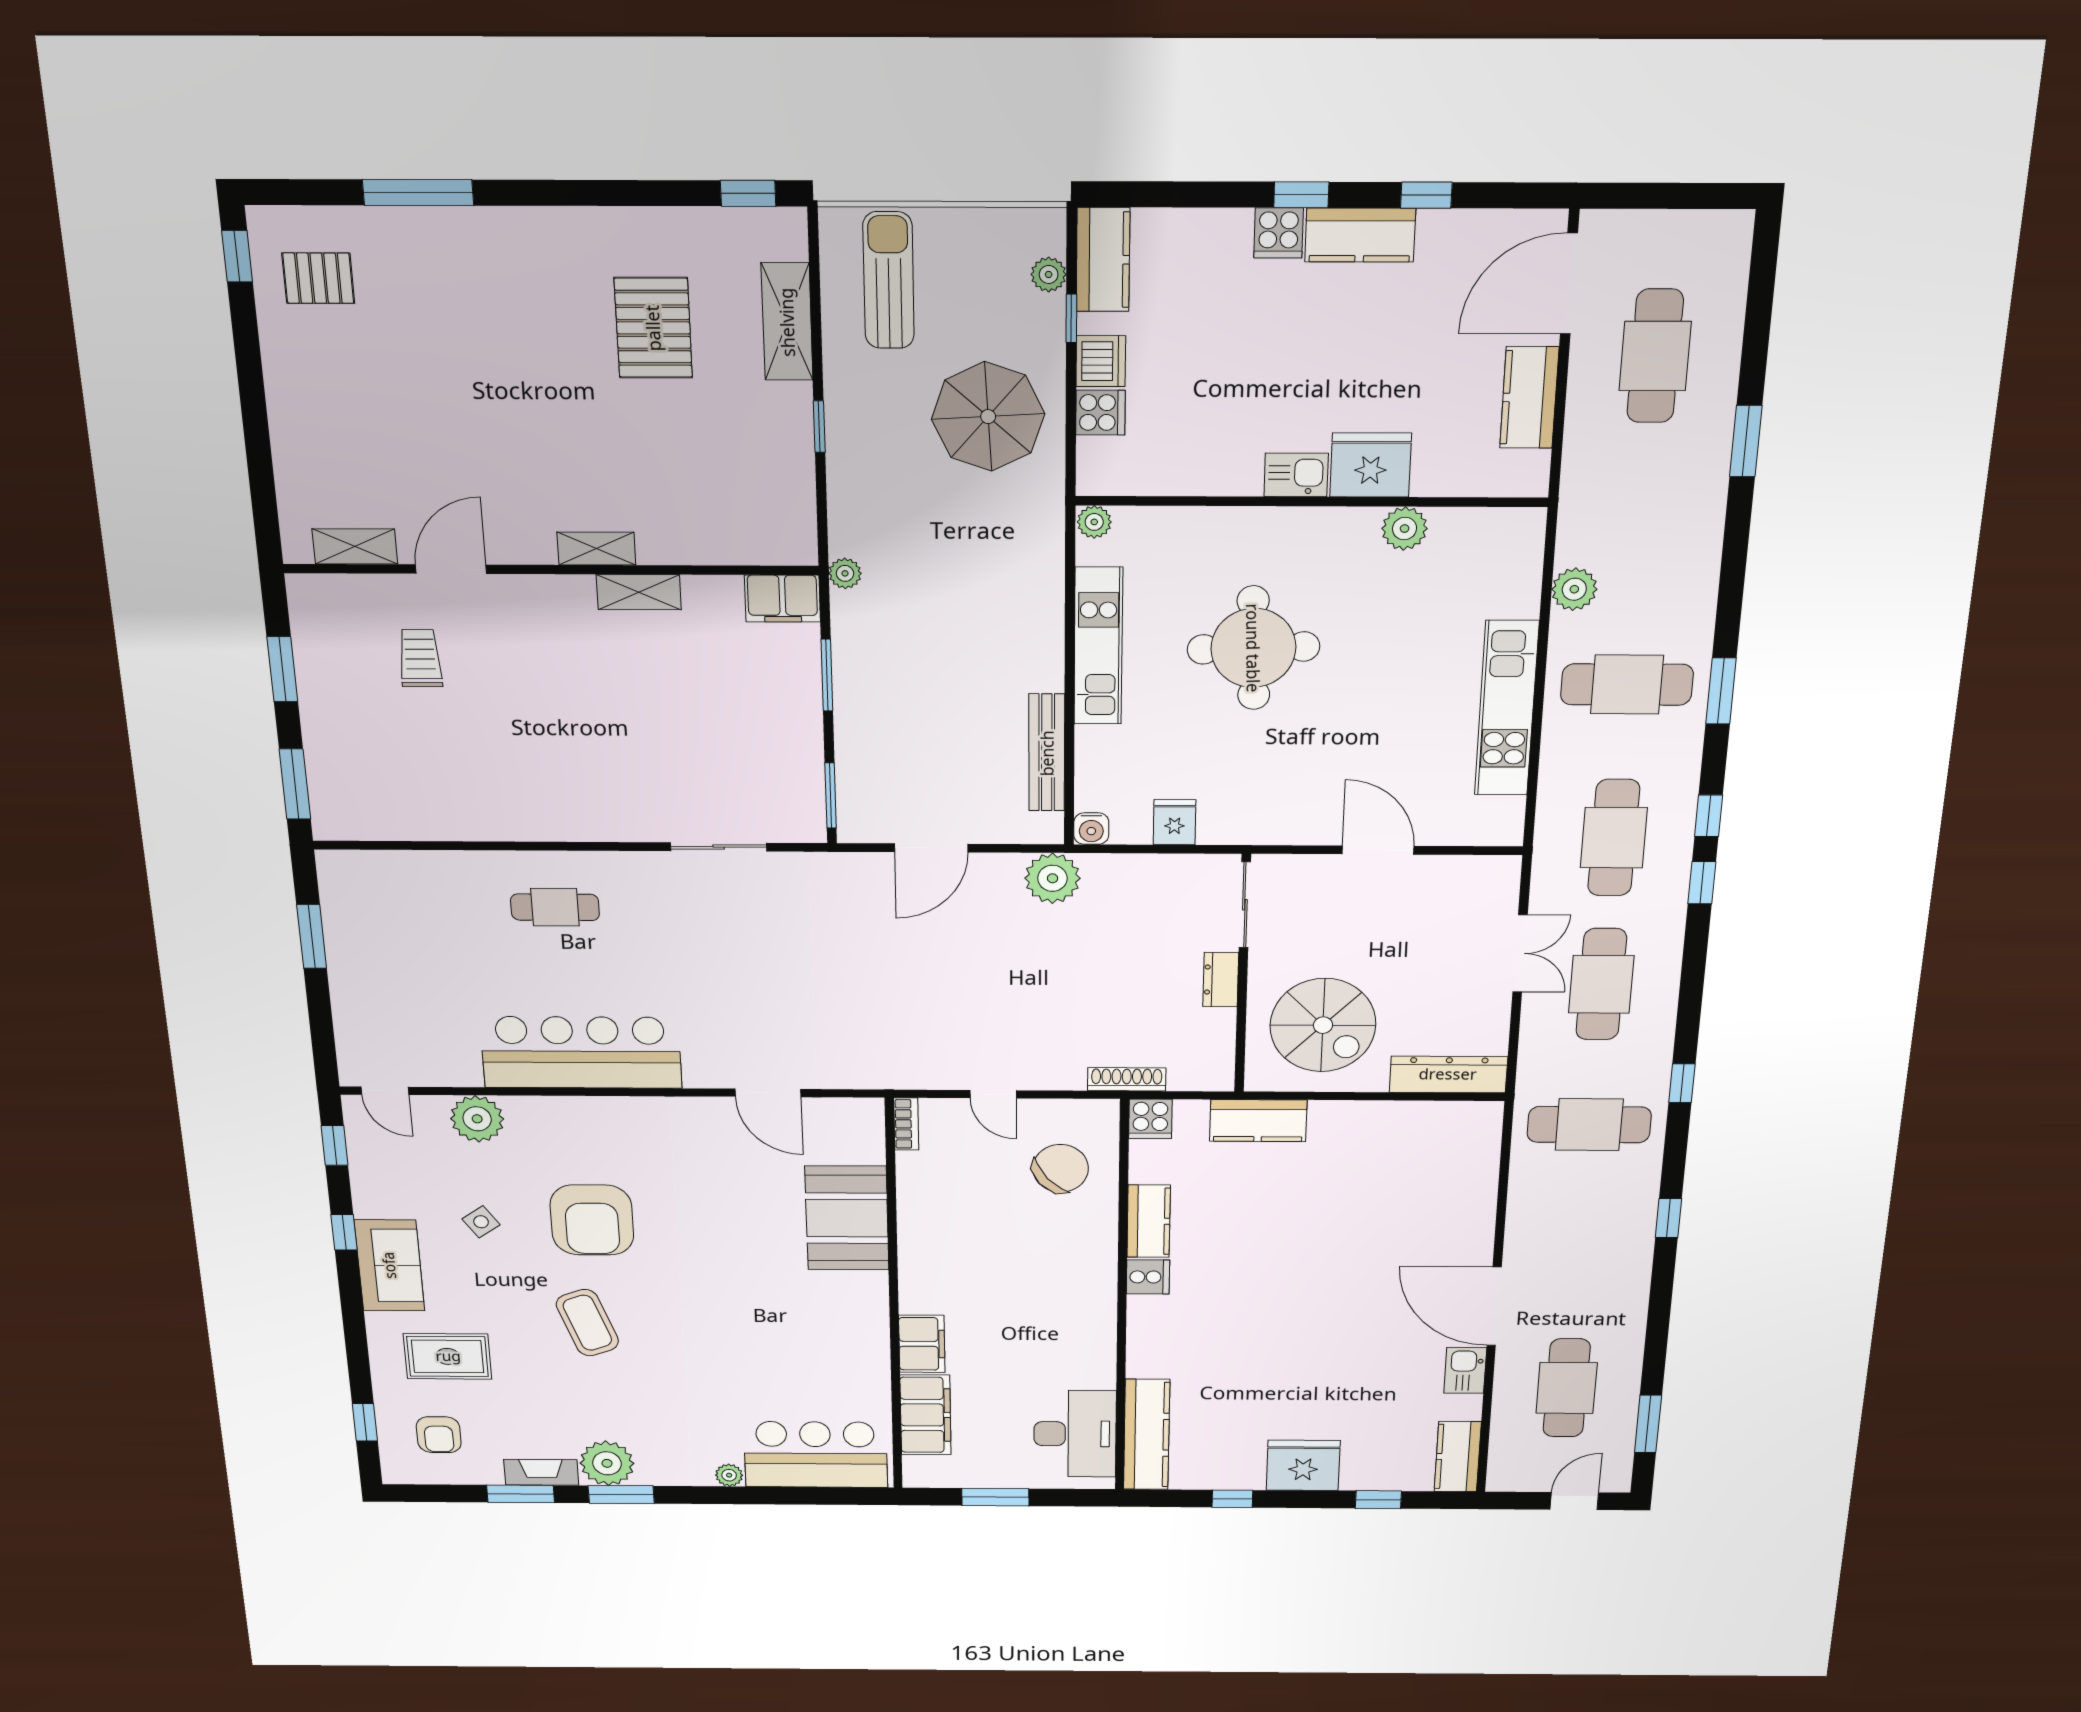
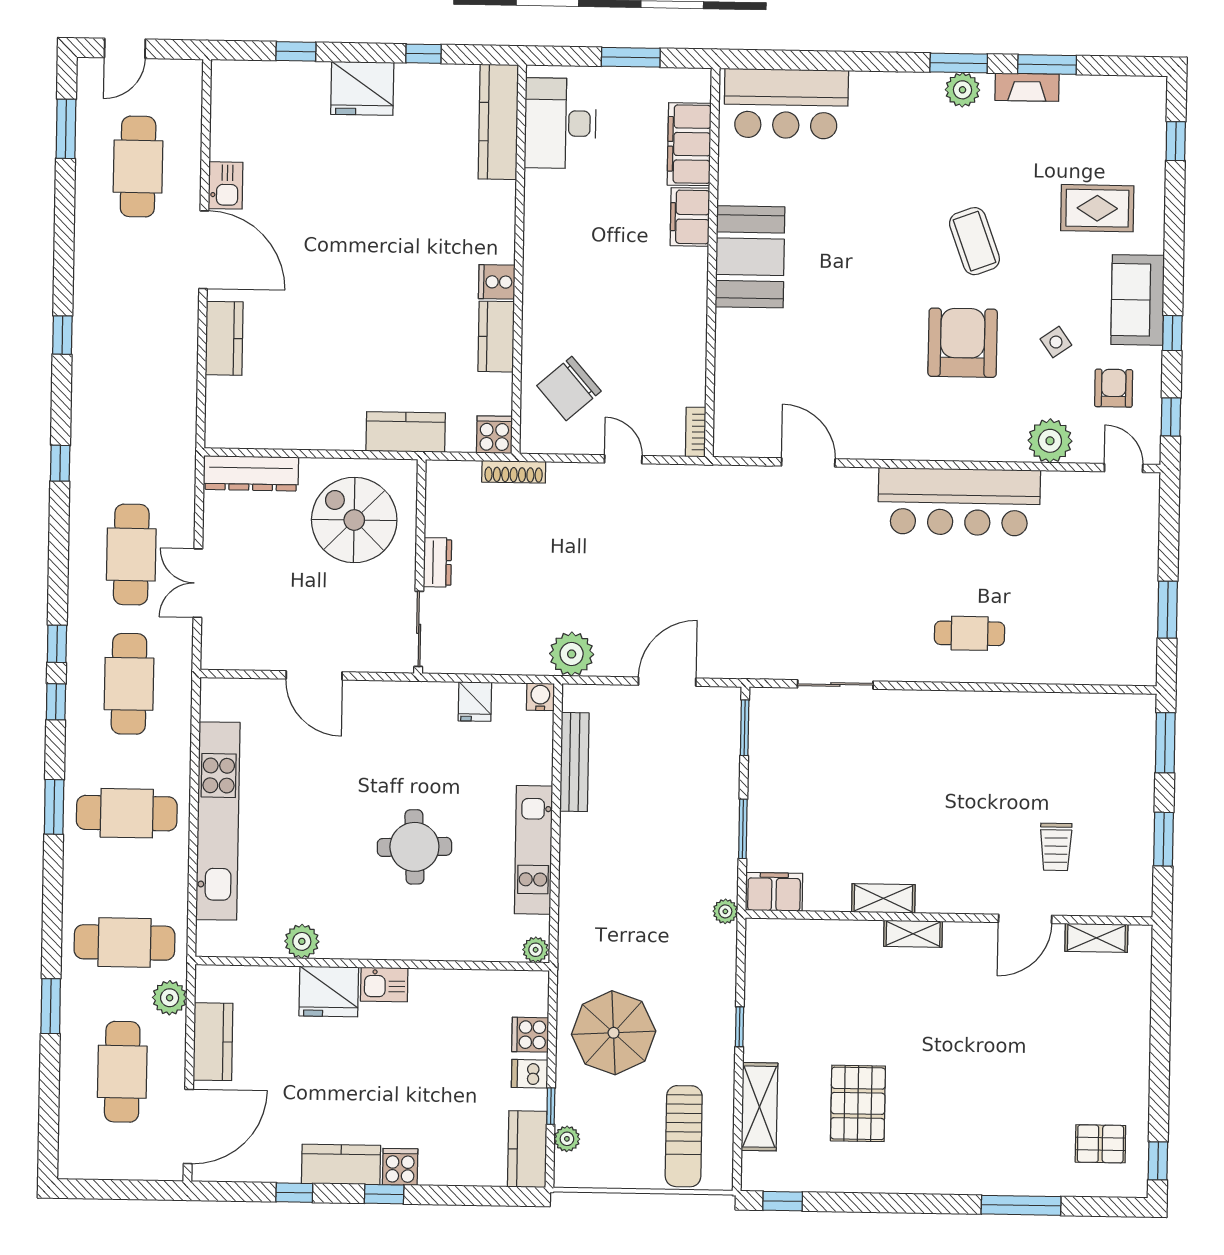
dishwasher: (1101, 361) -> (530, 1074), width x0.73
plant: (1574, 589) -> (170, 998), moved
round table: (1253, 648) -> (414, 847), width x0.73, depth x0.73
kitchen unit: (1507, 708) -> (218, 821), width x1.36
cafe table: (1589, 1125) -> (124, 942), moved
booth: (847, 1218) -> (750, 257), moved
armchair: (439, 1435) -> (1114, 388), moved
kitchen counter: (1458, 1457) -> (224, 338), moved
plant: (607, 1463) -> (962, 90), width x0.73, depth x0.73
plant: (729, 1475) -> (863, 83), removed

